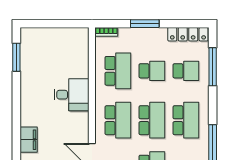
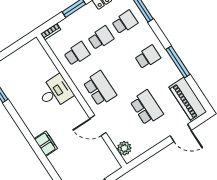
school desk: (118, 71) -> (77, 54), width x0.54
school desk: (152, 120) -> (124, 73), removed
school desk: (186, 120) -> (148, 57), width x0.54

